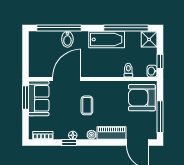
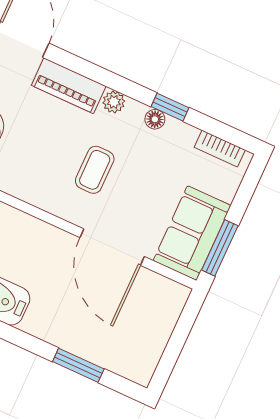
window: (59, 28) -> (78, 365), width x0.47
bidet: (67, 39) -> (71, 333), removed
door: (67, 79) -> (112, 247), hinge flipped

